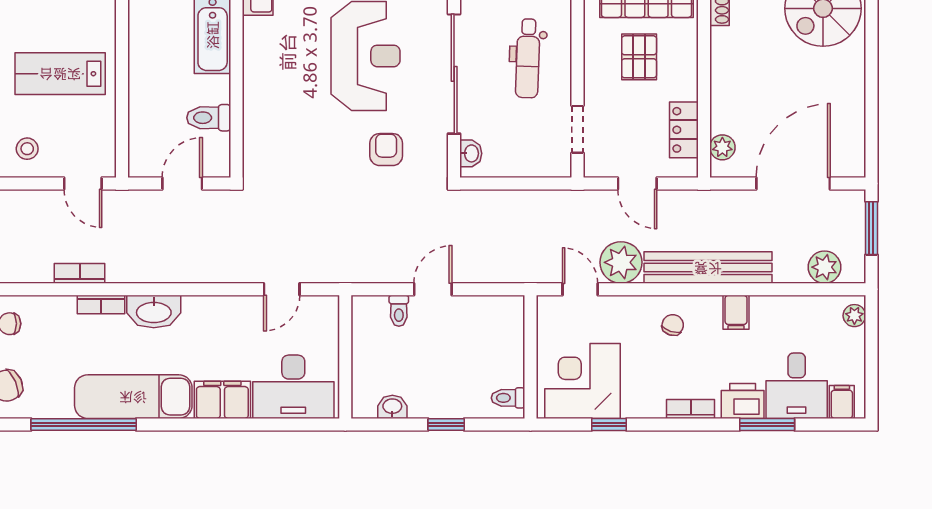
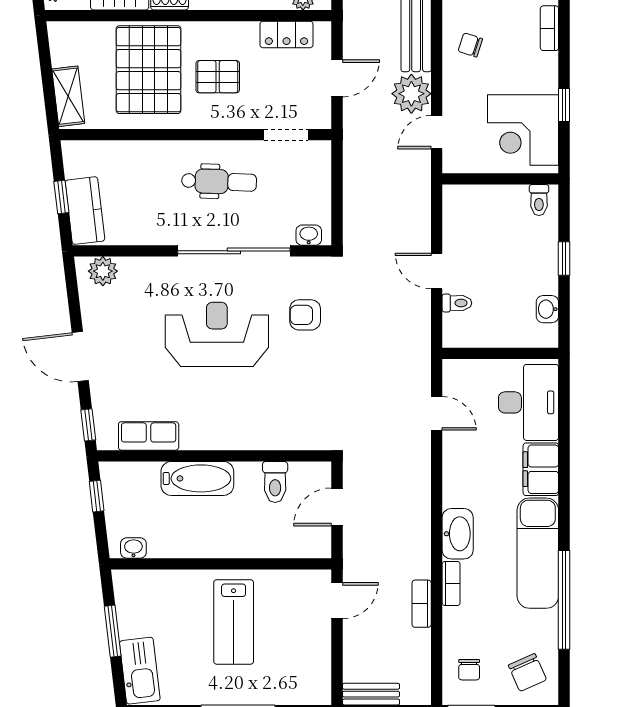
stool: (27, 149) -> (304, 653), removed
door: (182, 183) -> (337, 507), hinge flipped

